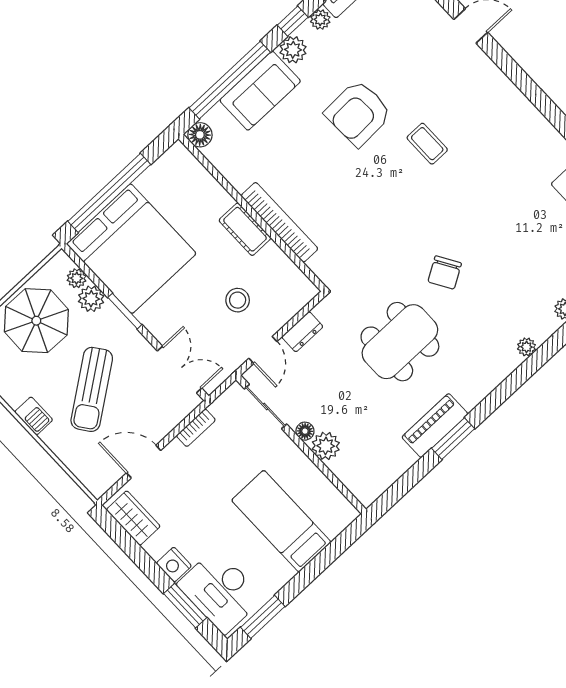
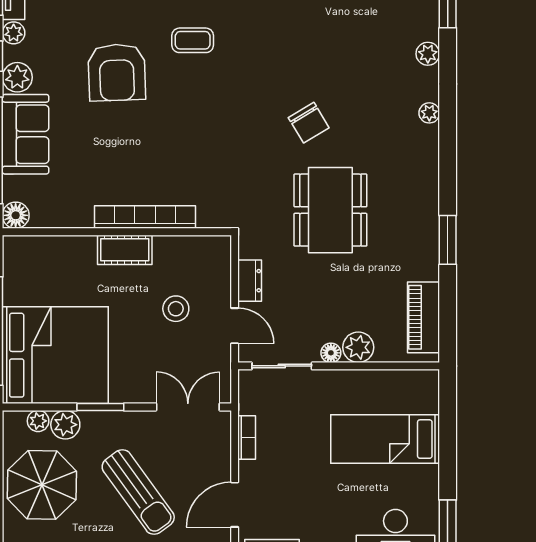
piano: (435, 426) -> (424, 317), moved

